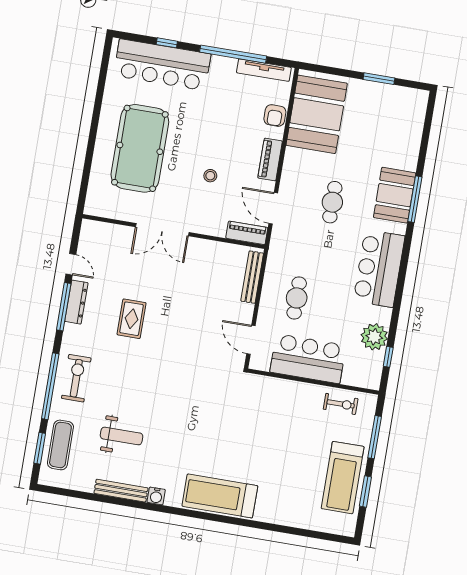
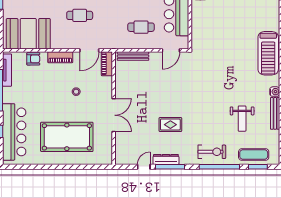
exercise bike: (76, 378) -> (212, 152), turned 180
weight bench: (122, 436) -> (242, 119), turned 180

